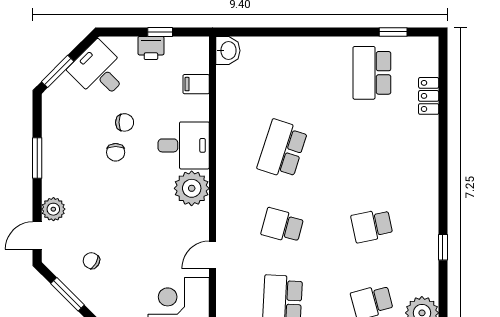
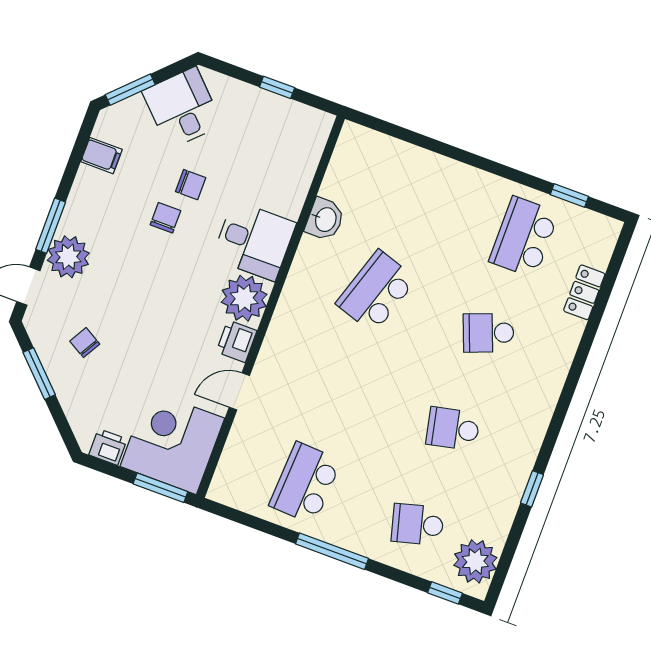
printer: (151, 48) -> (237, 341), moved, turned 90
washbasin: (228, 51) -> (325, 219), moved
filing cabinet: (196, 84) -> (101, 156), moved, turned 180
chair: (116, 152) -> (165, 218), turned 180
window: (37, 158) -> (51, 226), moved
plant: (53, 209) -> (68, 257), width x1.36, depth x1.36
school desk: (282, 226) -> (488, 333), moved, turned -36

